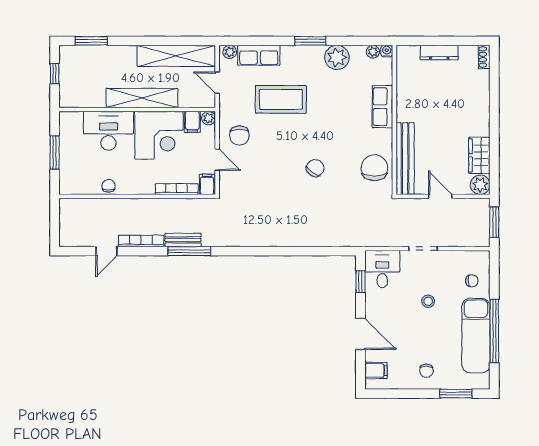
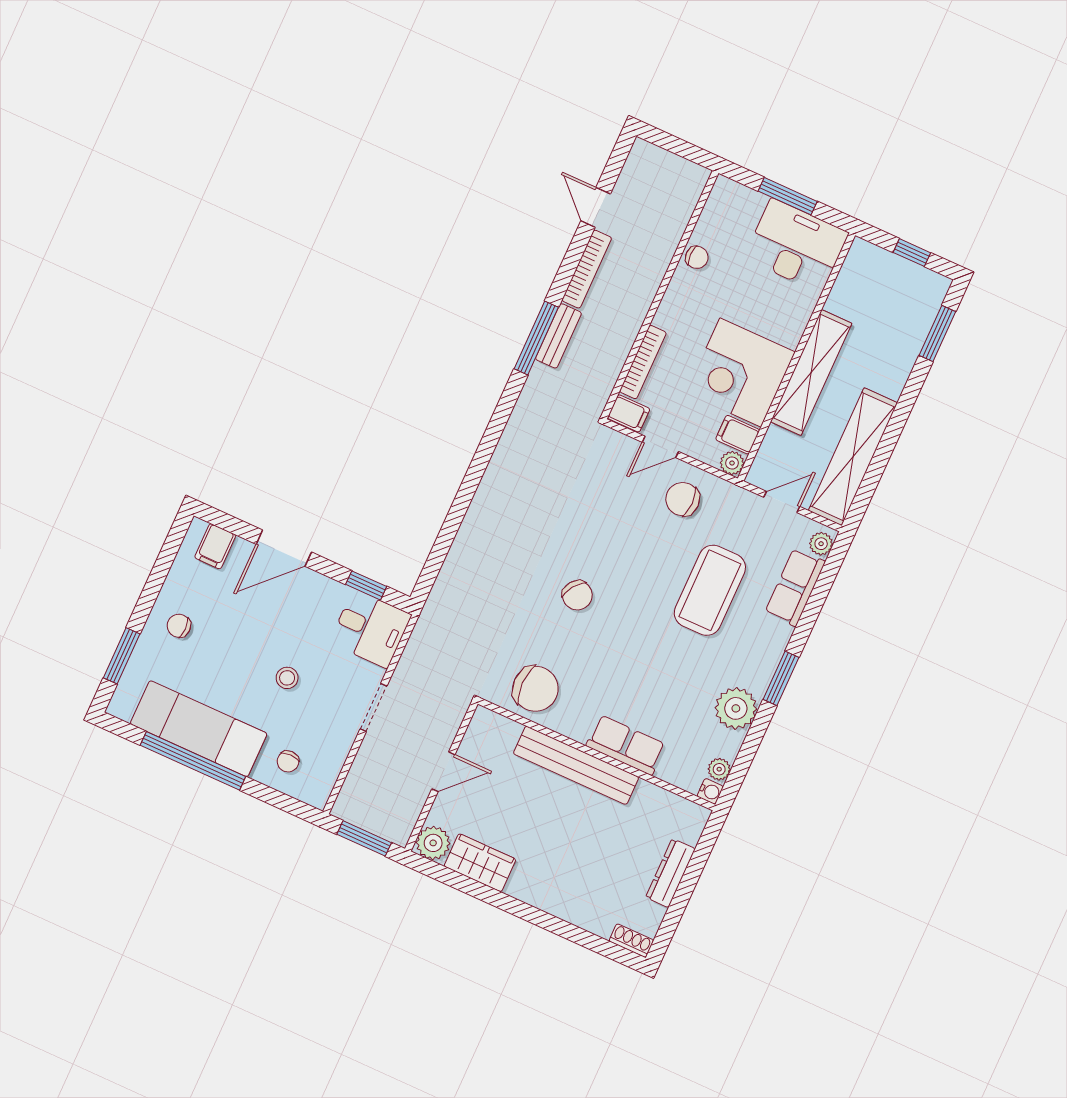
desk: (108, 131) -> (796, 246), moved, turned -90
bench: (405, 159) -> (576, 765), moved

